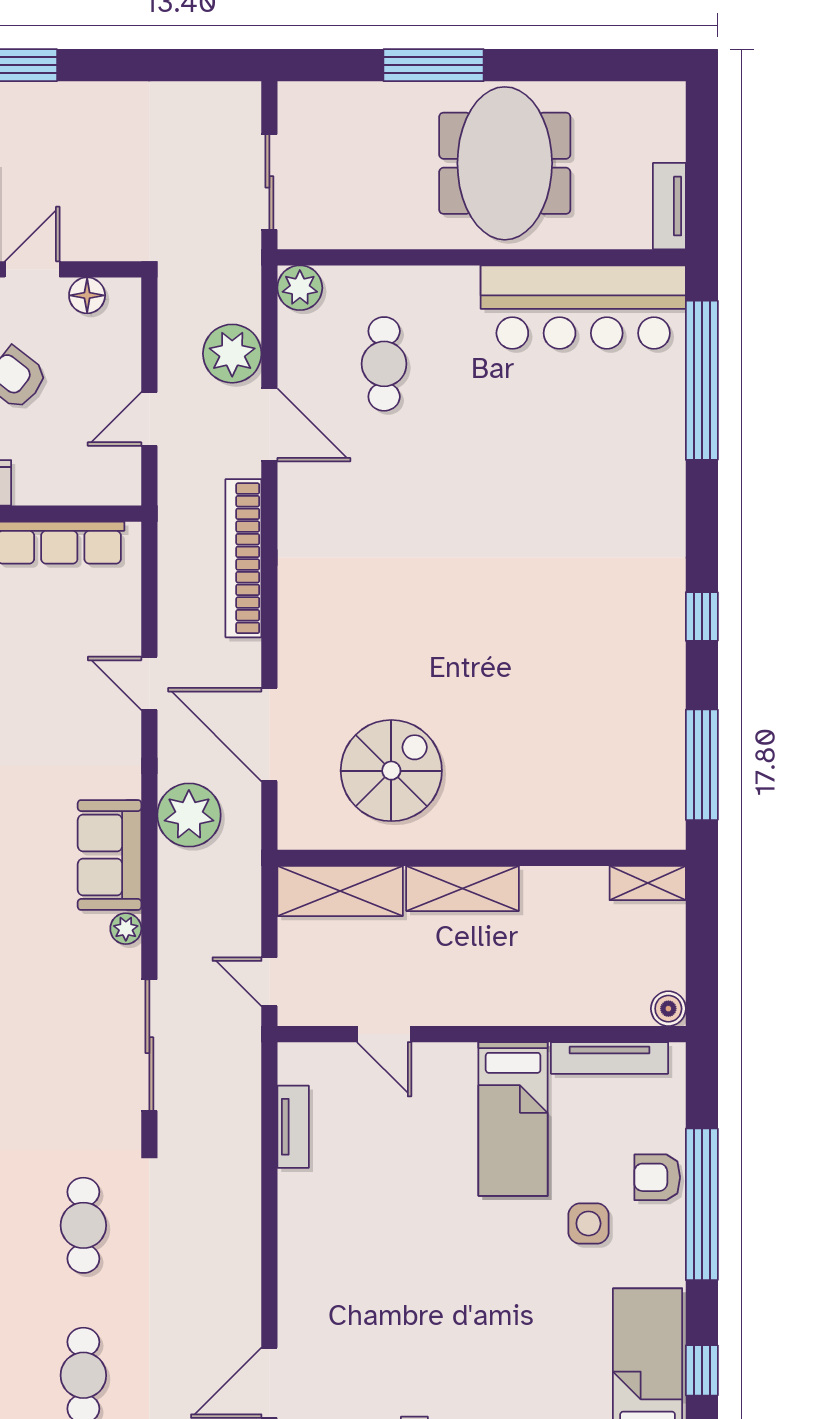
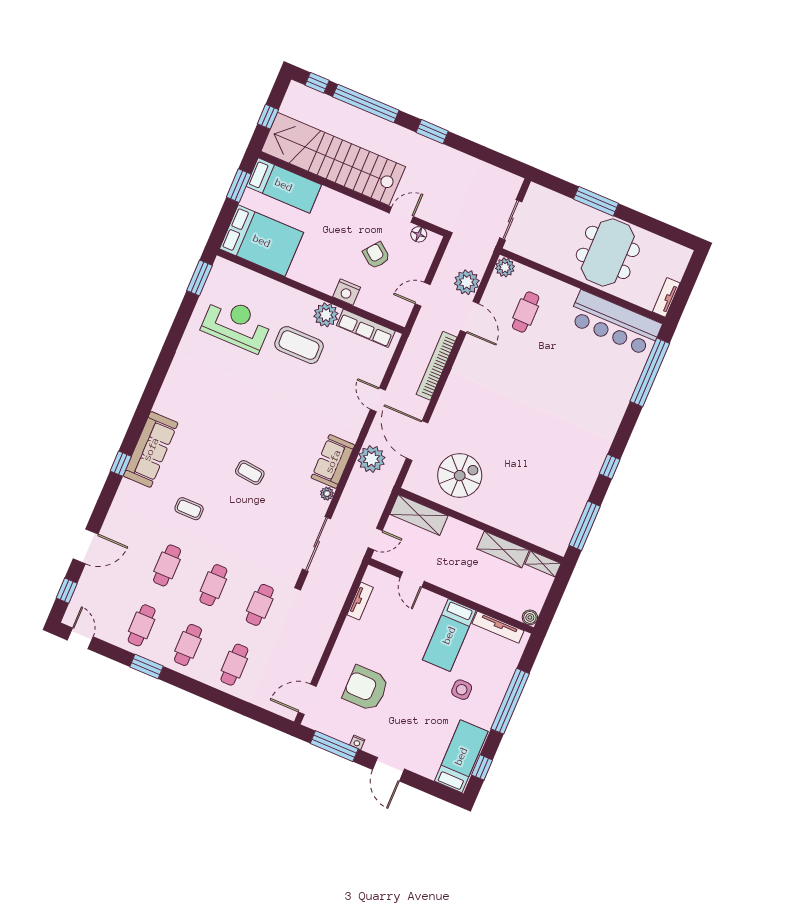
shelving: (463, 888) -> (503, 549), moved
door: (269, 982) -> (375, 539), swing flipped
armchair: (657, 1177) -> (366, 688), moved, width x1.88, depth x1.88

